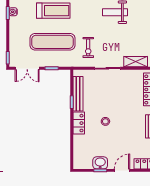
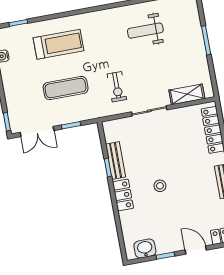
exercise mat: (53, 42) -> (66, 88), width x0.73, depth x0.69
bench: (78, 94) -> (116, 161), width x0.73
washbasin: (100, 163) -> (145, 249), moved
door: (122, 170) -> (196, 250), hinge flipped

